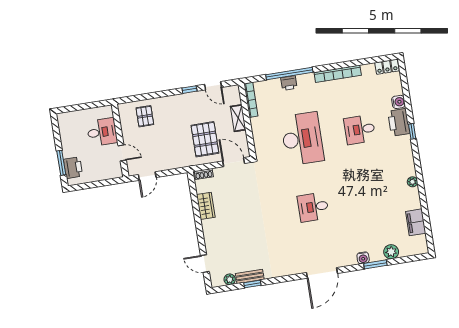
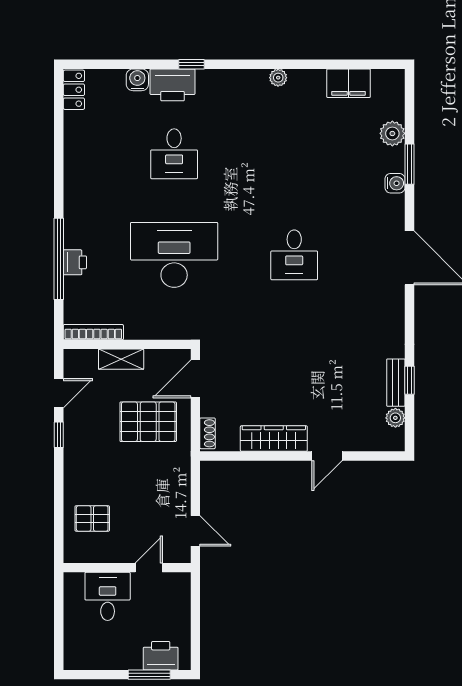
bookcase: (338, 74) -> (72, 176), removed
wardrobe: (206, 206) -> (274, 439), width x1.50
door: (205, 264) -> (327, 456), moved

